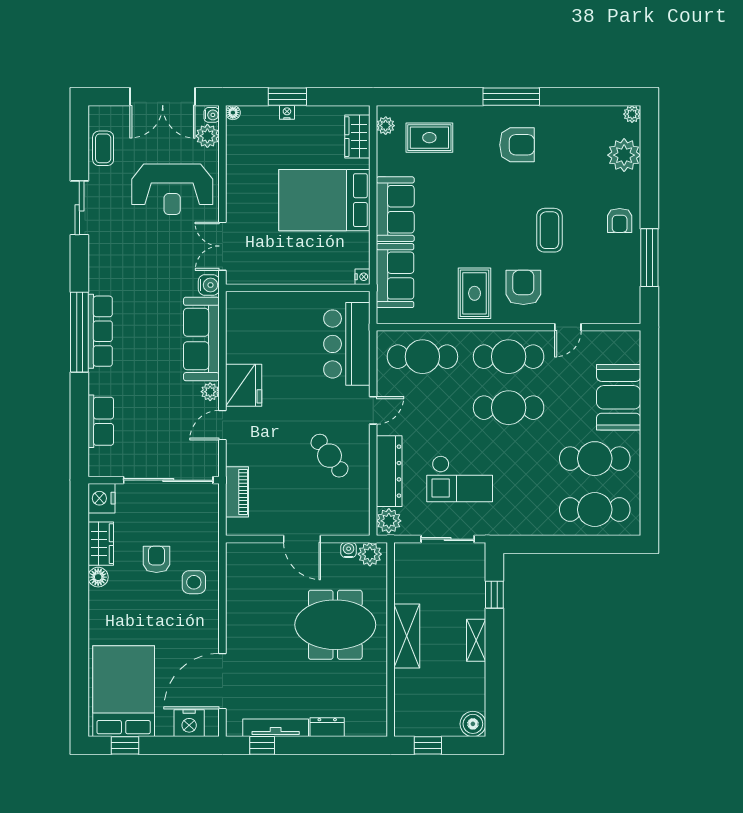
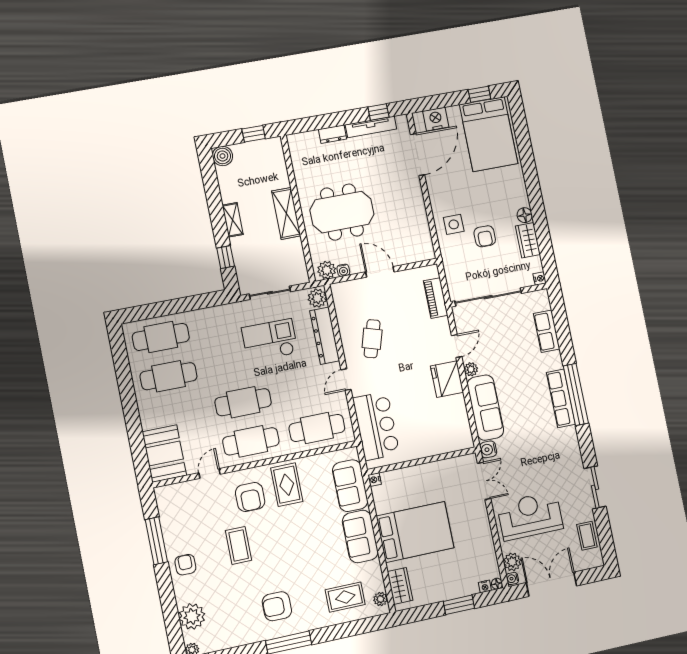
nightstand: (287, 112) -> (485, 587), moved
booth: (619, 397) -> (164, 454), moved
cafe table: (329, 456) -> (372, 339), turned 54
nightstand: (101, 498) -> (540, 278), width x0.53, depth x0.56

